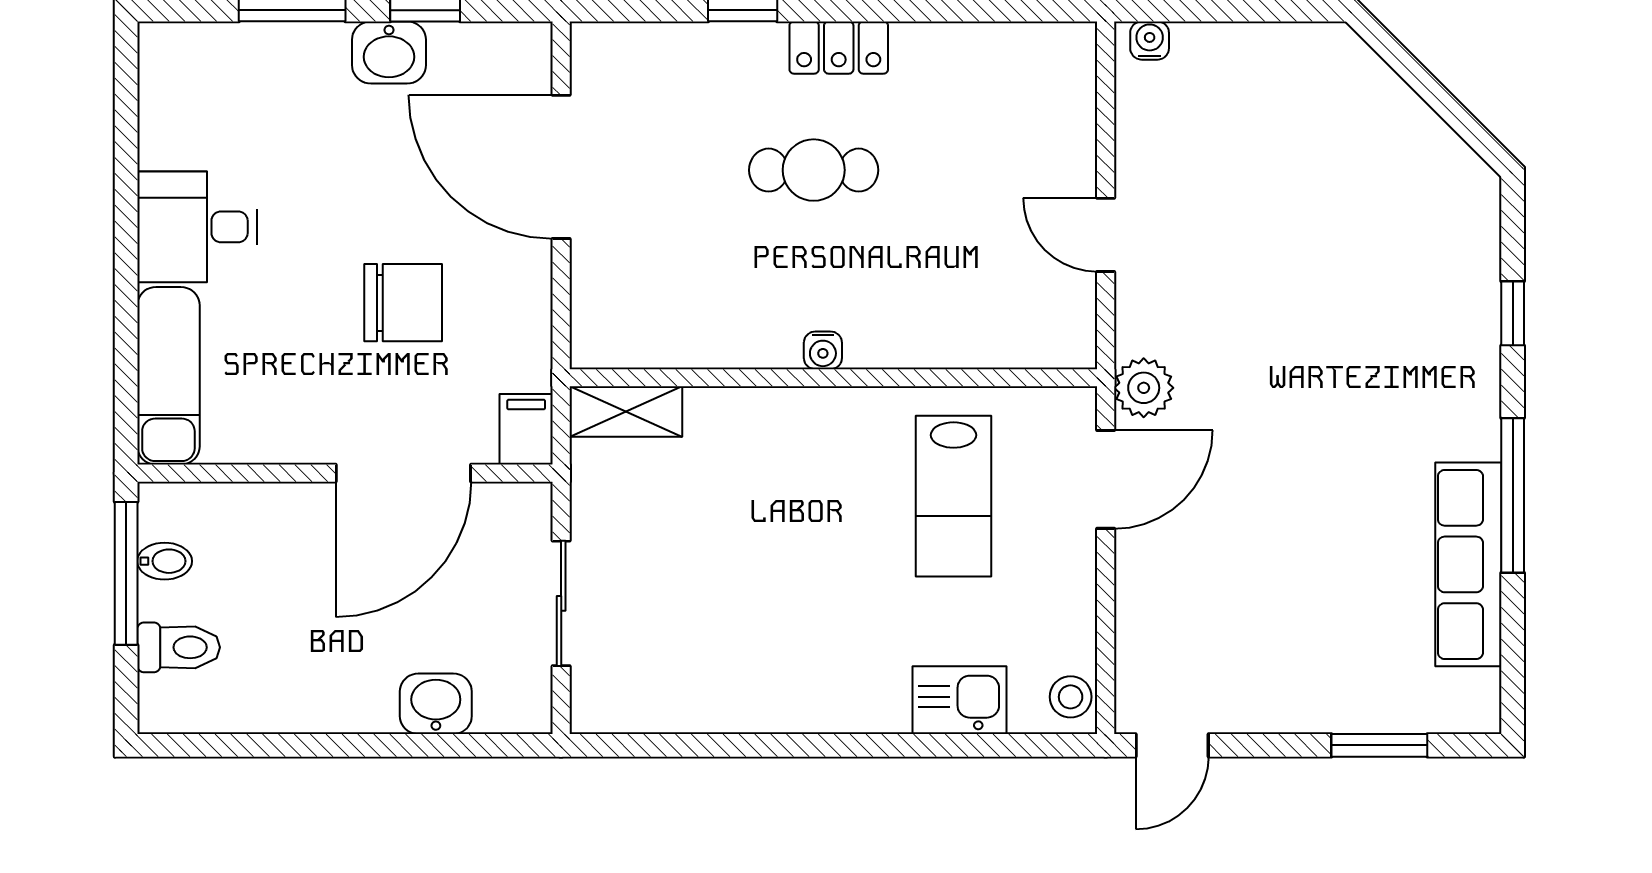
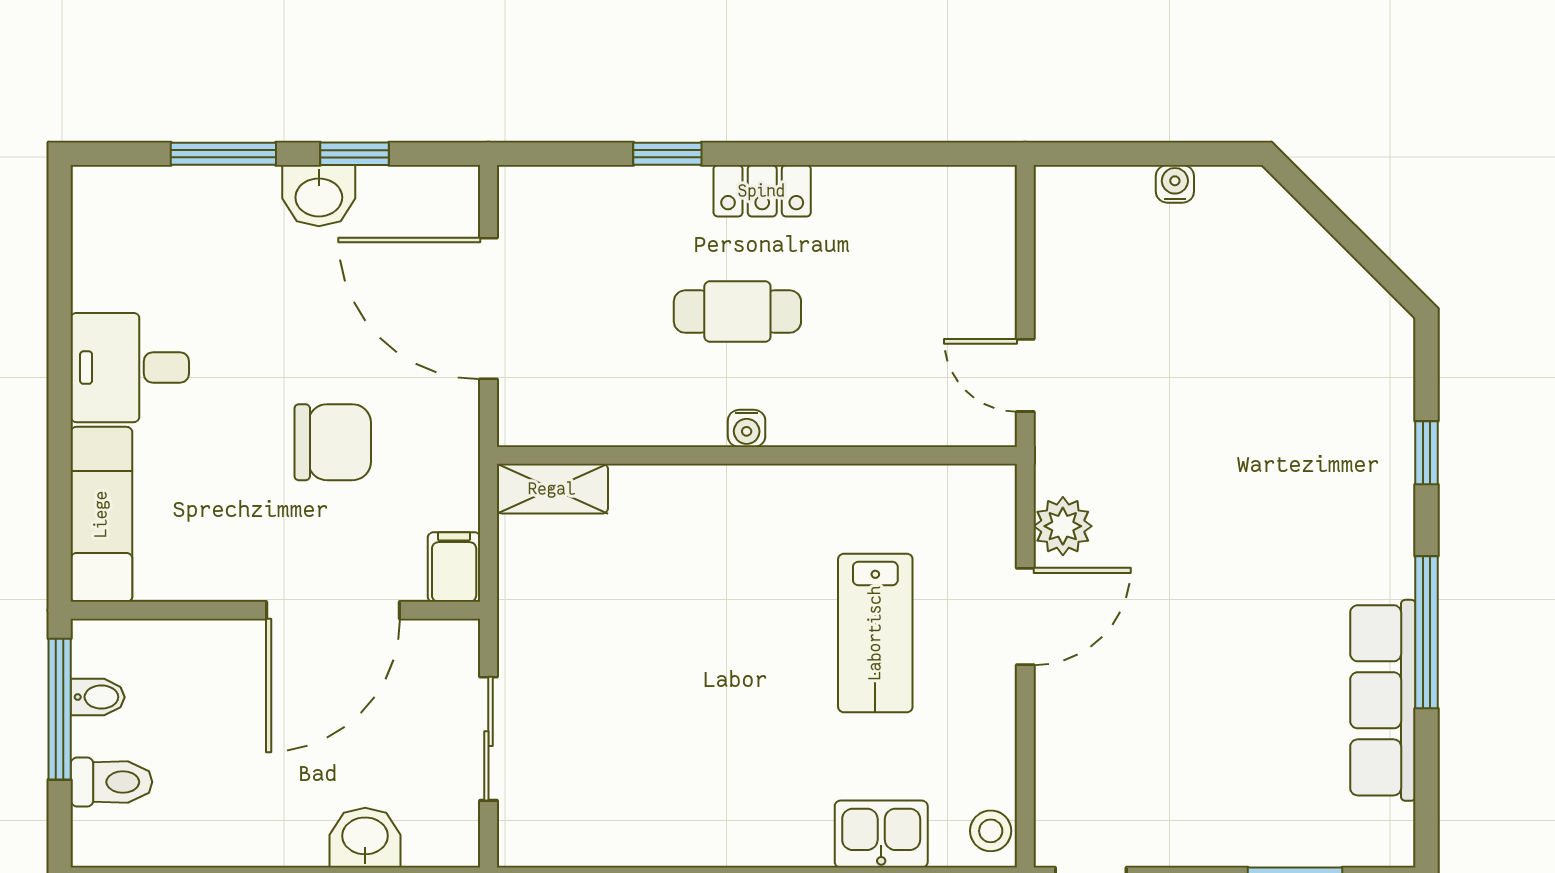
water cooler: (1150, 41) -> (1175, 184), moved
water cooler: (823, 350) -> (747, 428), moved
wall: (833, 378) -> (757, 455), moved
shelving: (626, 411) -> (552, 489), moved

